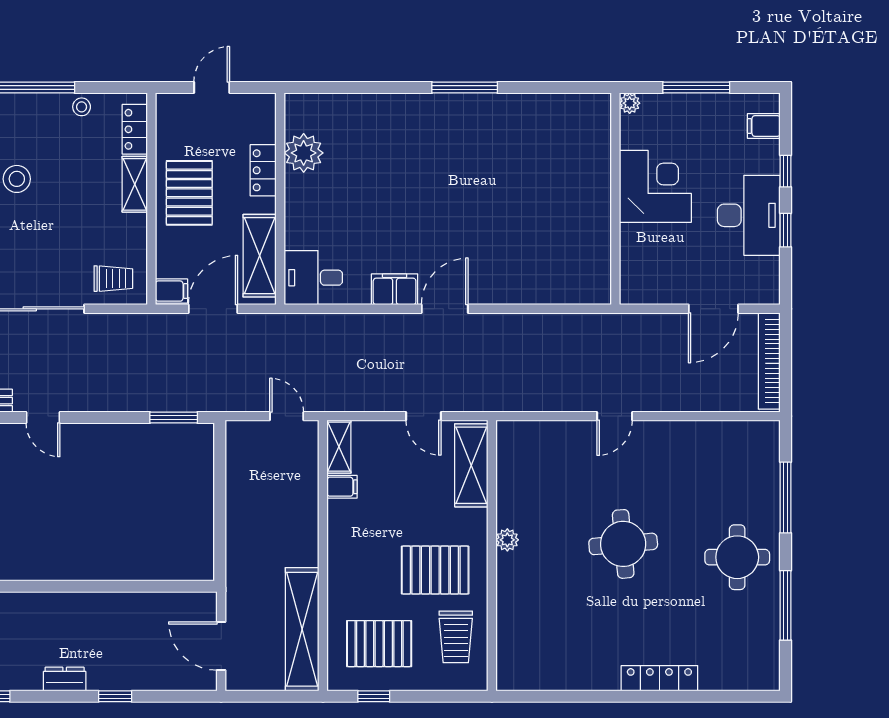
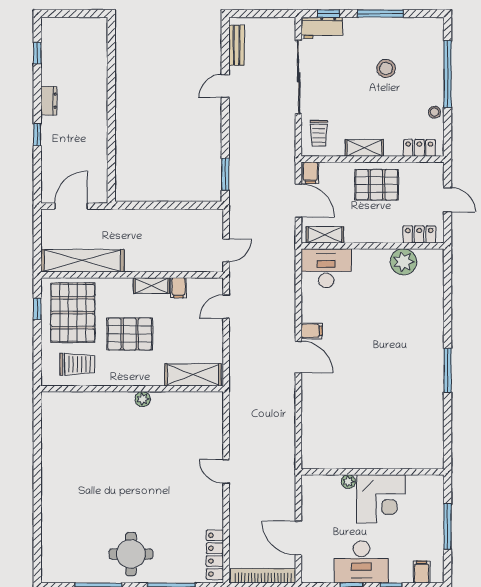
plant: (630, 103) -> (348, 482), moved
locker: (263, 170) -> (419, 234), moved
shelving: (135, 184) -> (364, 148), moved
shelving: (260, 256) -> (325, 235), width x0.67, depth x0.75
desk: (313, 278) -> (326, 268), width x1.37
filing cabinet: (395, 289) -> (312, 331), width x0.50
door: (423, 416) -> (226, 307), moved
shelving: (339, 447) -> (151, 286), moved
round table: (623, 544) -> (140, 477), removed
pallet: (435, 570) -> (130, 334), moved, turned 90
trolley: (456, 637) -> (77, 364), turned 180
pallet: (379, 644) -> (73, 313), width x1.37, depth x1.41
locker: (659, 678) -> (215, 555), moved, turned 180

